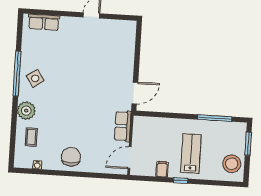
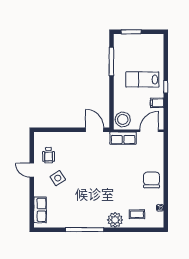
wheelchair: (108, 36) -> (49, 155), added
side table: (35, 78) -> (58, 178), moved
chair: (71, 157) -> (151, 180), turned 90
door: (129, 158) -> (149, 131), swing flipped
stool: (232, 164) -> (123, 119), moved

